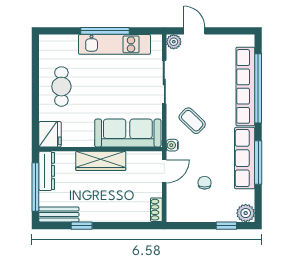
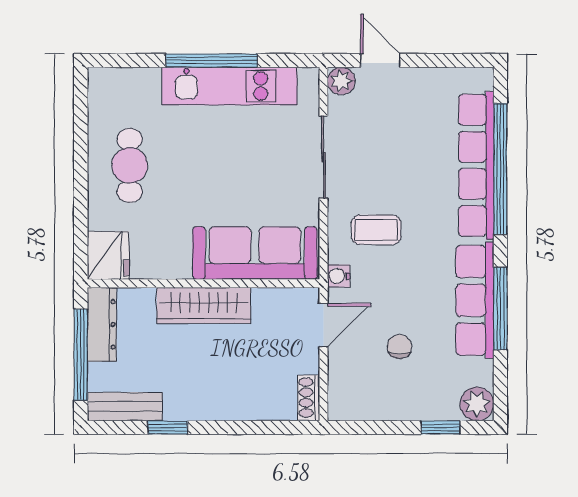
coffee table: (192, 121) -> (376, 230), turned -44

